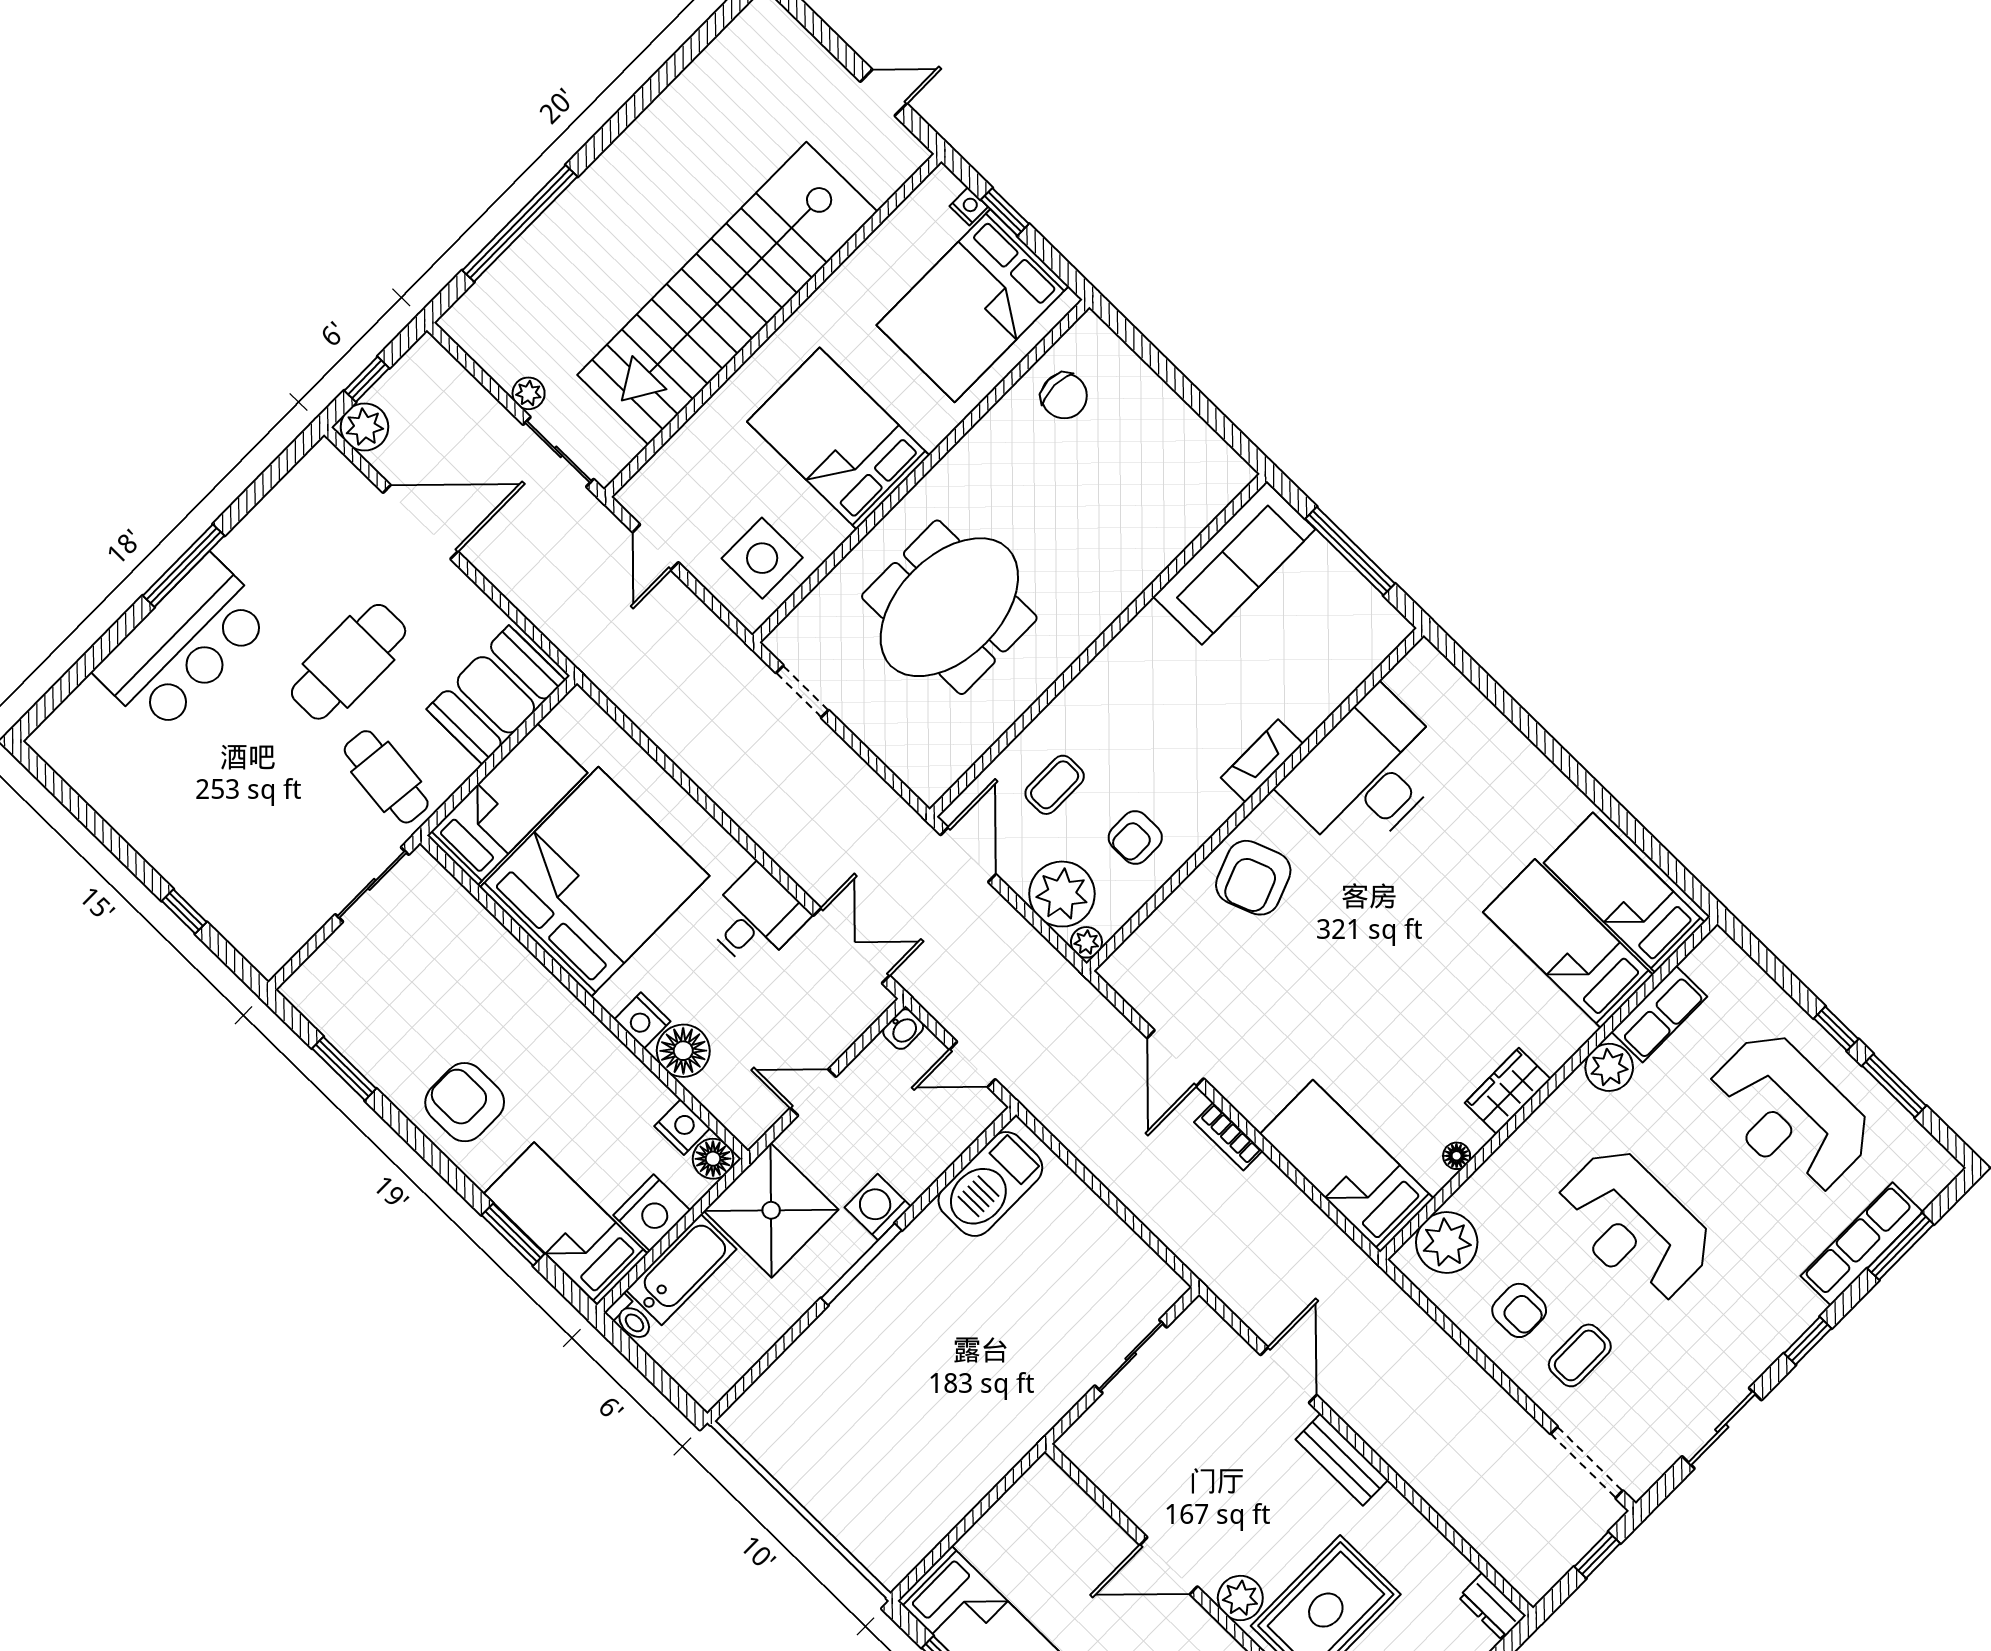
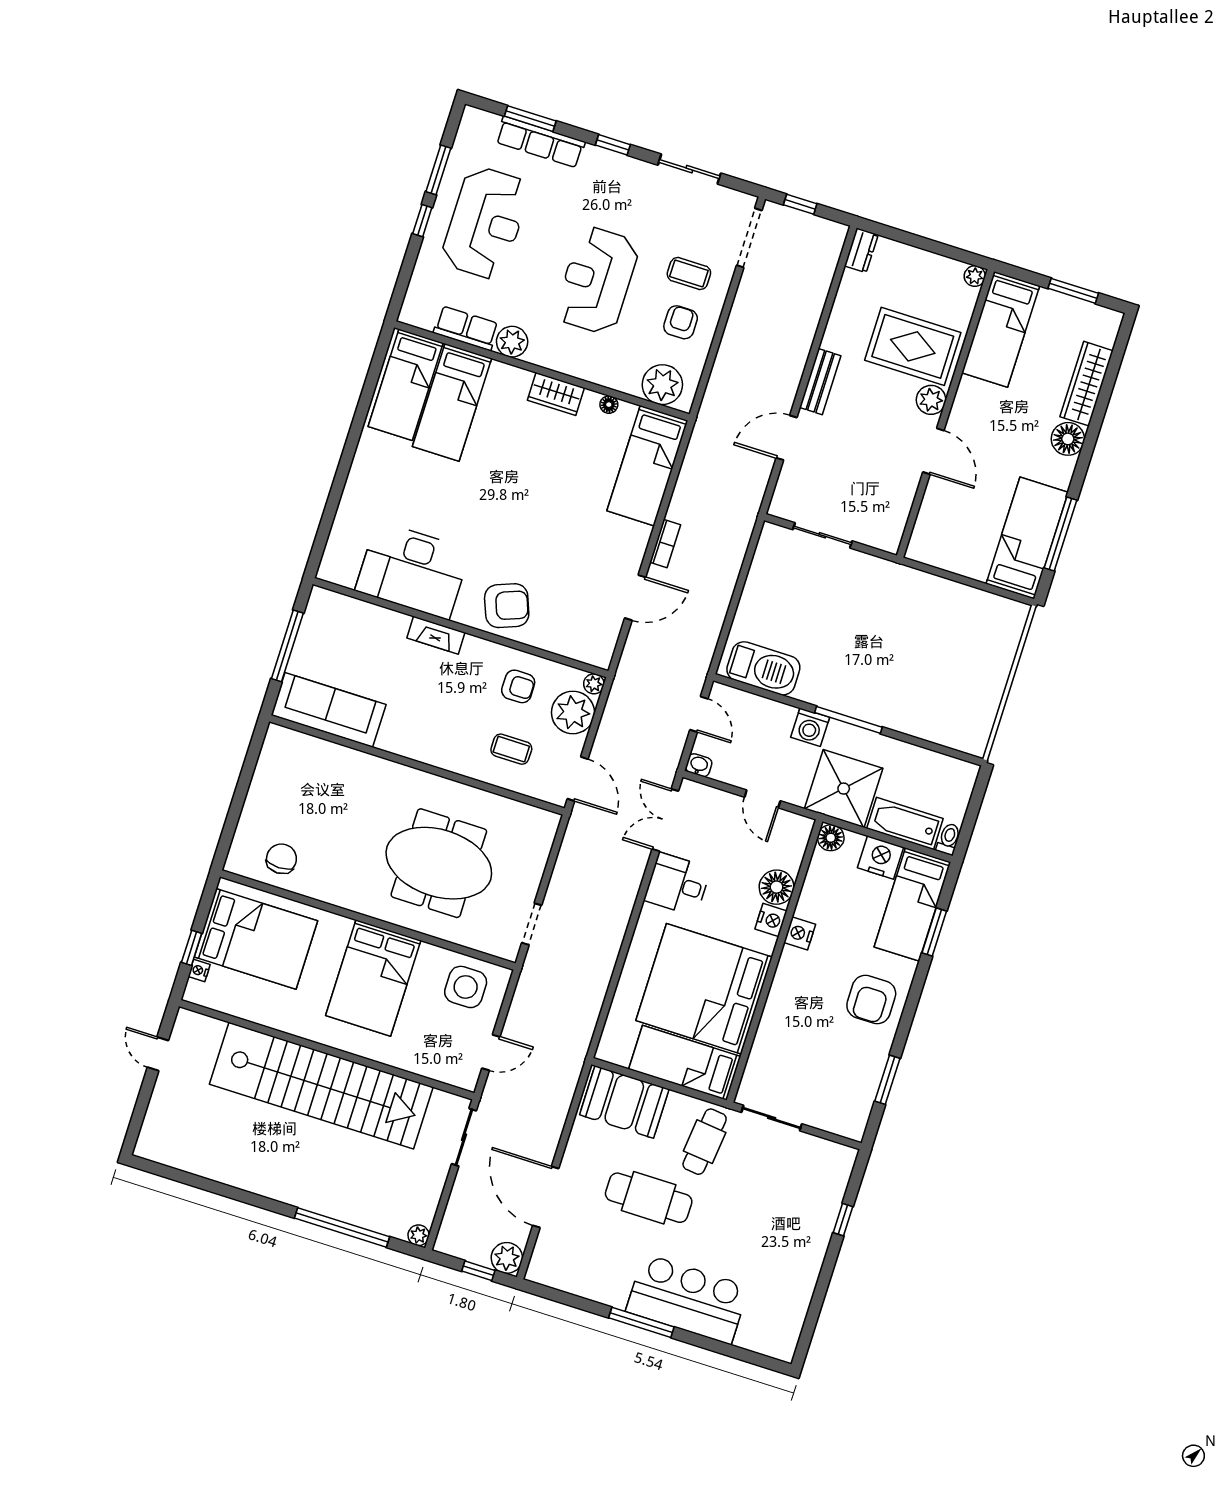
plant: (529, 393) -> (419, 1235), moved
door: (968, 855) -> (578, 779), swing flipped
nightstand: (682, 1127) -> (800, 933), moved
reception desk: (1634, 1225) -> (597, 280), turned 180

